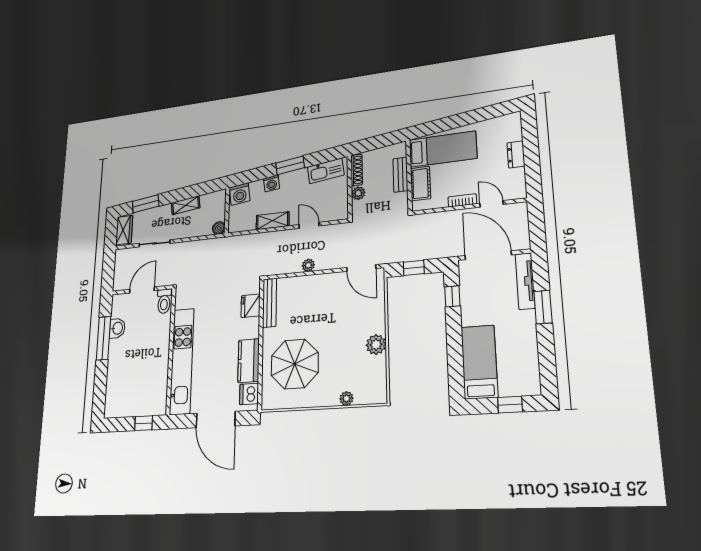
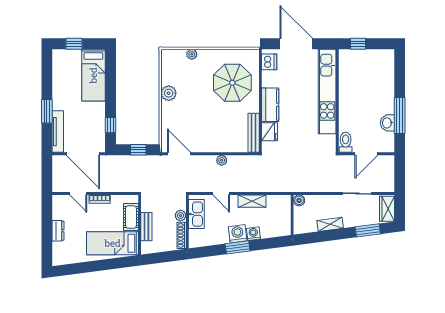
kitchen sink: (326, 171) -> (196, 214), moved, turned 97
washing machine: (240, 194) -> (238, 234), moved
kitchen counter: (249, 361) -> (270, 105), moved

